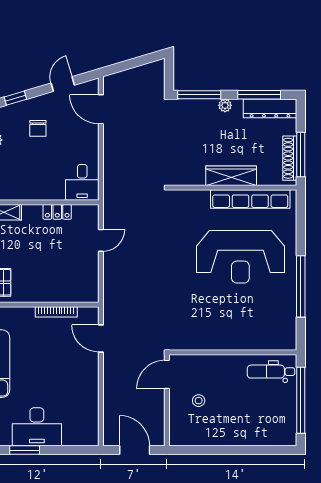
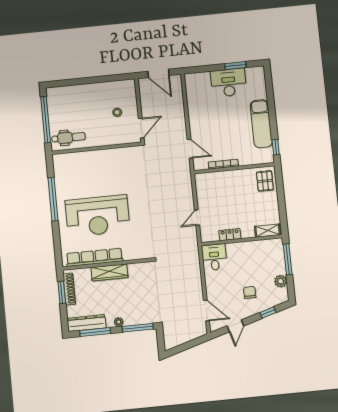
window: (301, 155) -> (62, 292), width x0.69
reception desk: (240, 257) -> (97, 216), turned 180

